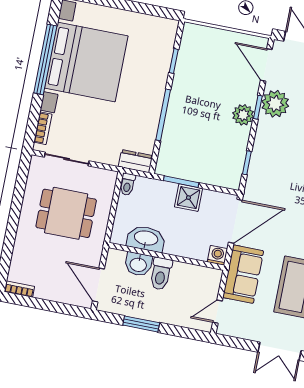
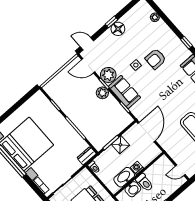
washing machine: (217, 255) -> (137, 168), moved
sofa: (243, 274) -> (124, 92), moved
door: (217, 312) -> (180, 170), hinge flipped

